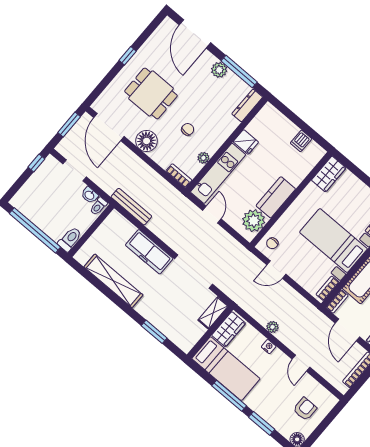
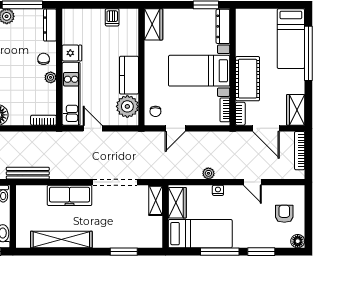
chair: (188, 129) -> (44, 59), moved
plant: (203, 158) -> (51, 77), moved

